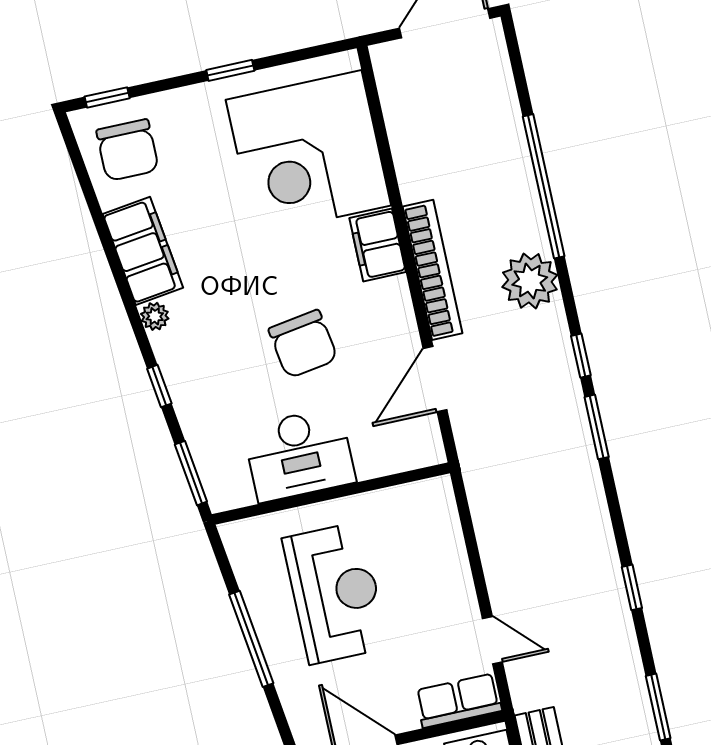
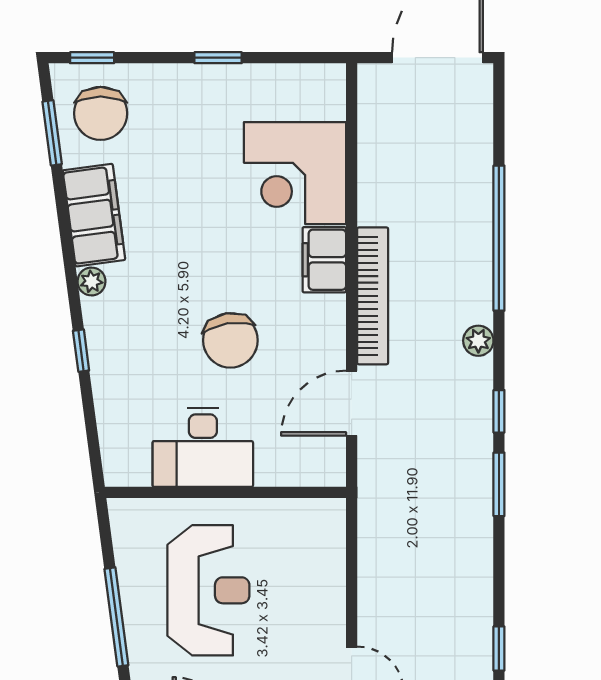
corner desk: (308, 153) -> (295, 173), width x0.74, depth x0.74
plant: (530, 281) -> (478, 341), width x0.53, depth x0.53
window: (191, 473) -> (52, 133), moved

